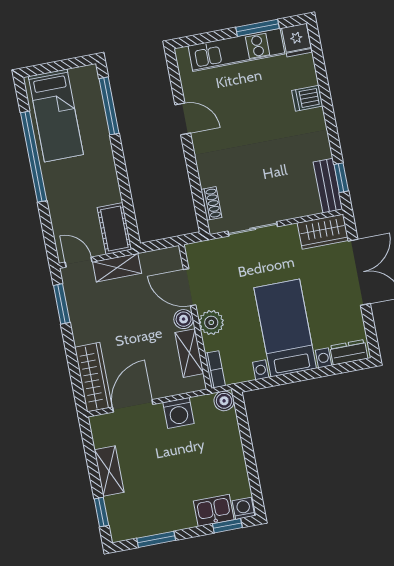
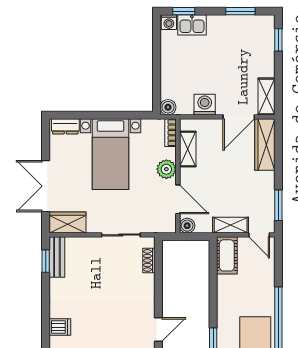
door: (183, 119) -> (158, 330), swing flipped
boiler: (184, 319) -> (187, 226), moved
shelving: (109, 471) -> (266, 96), moved

